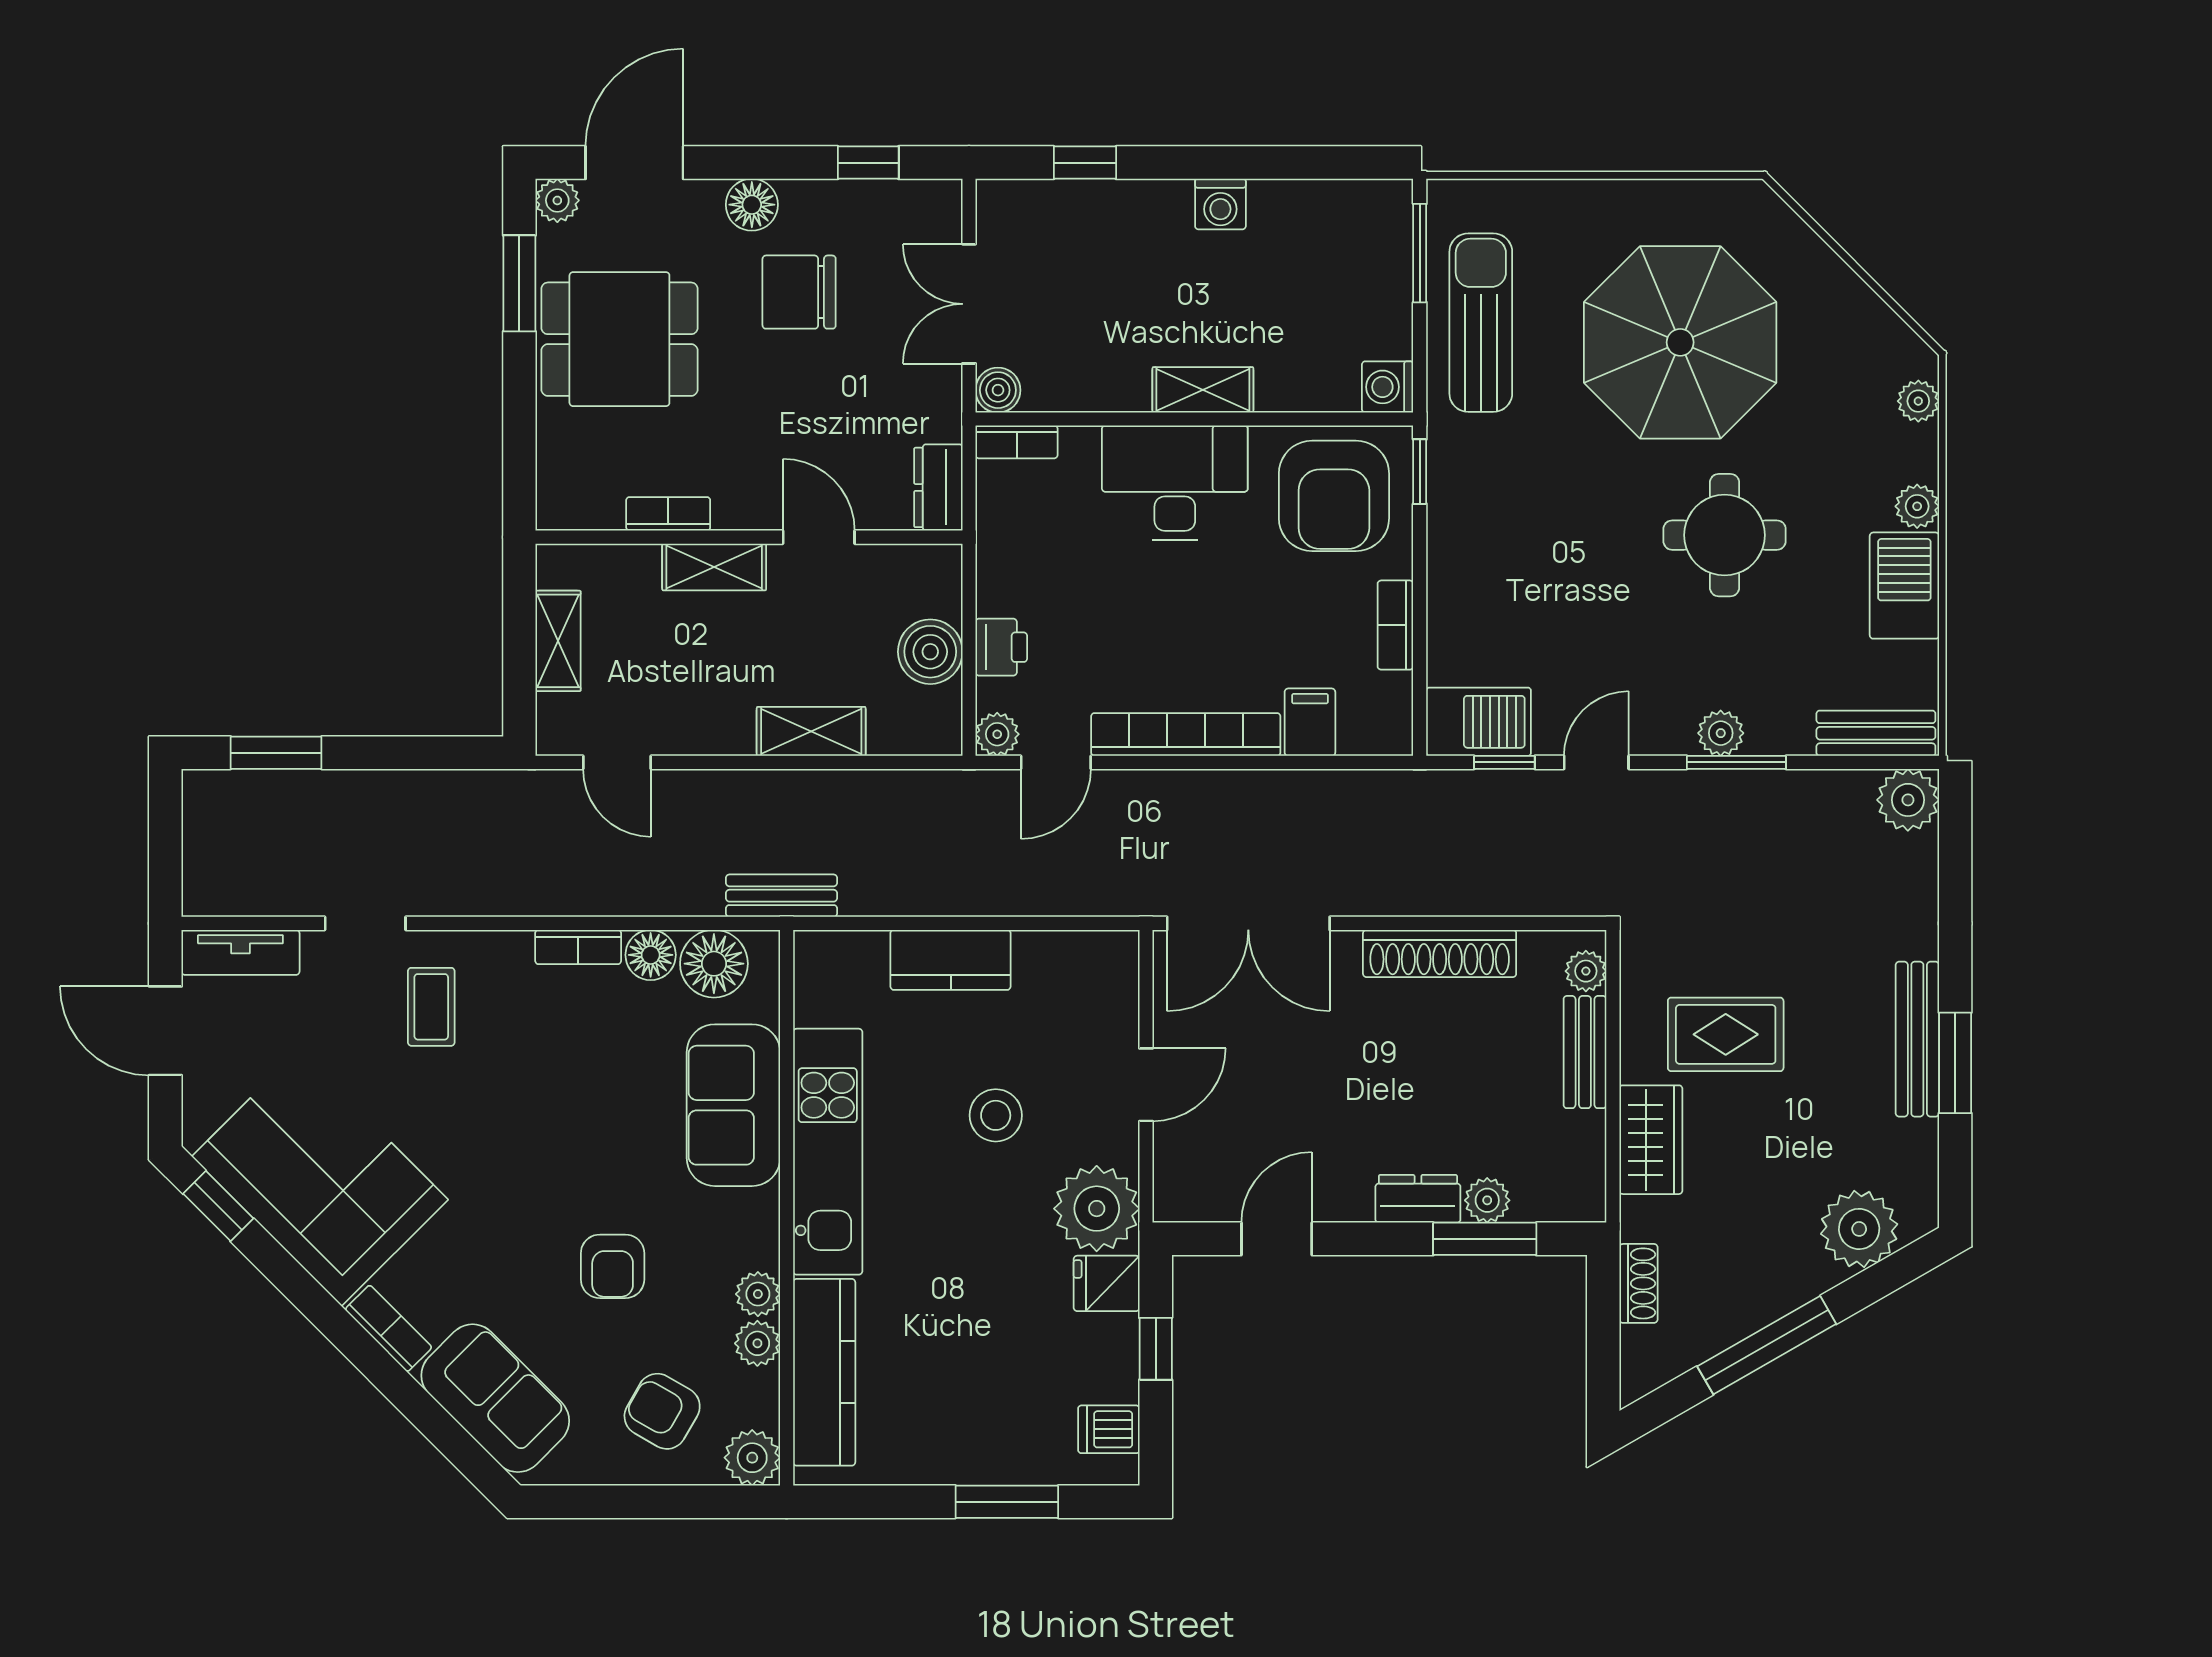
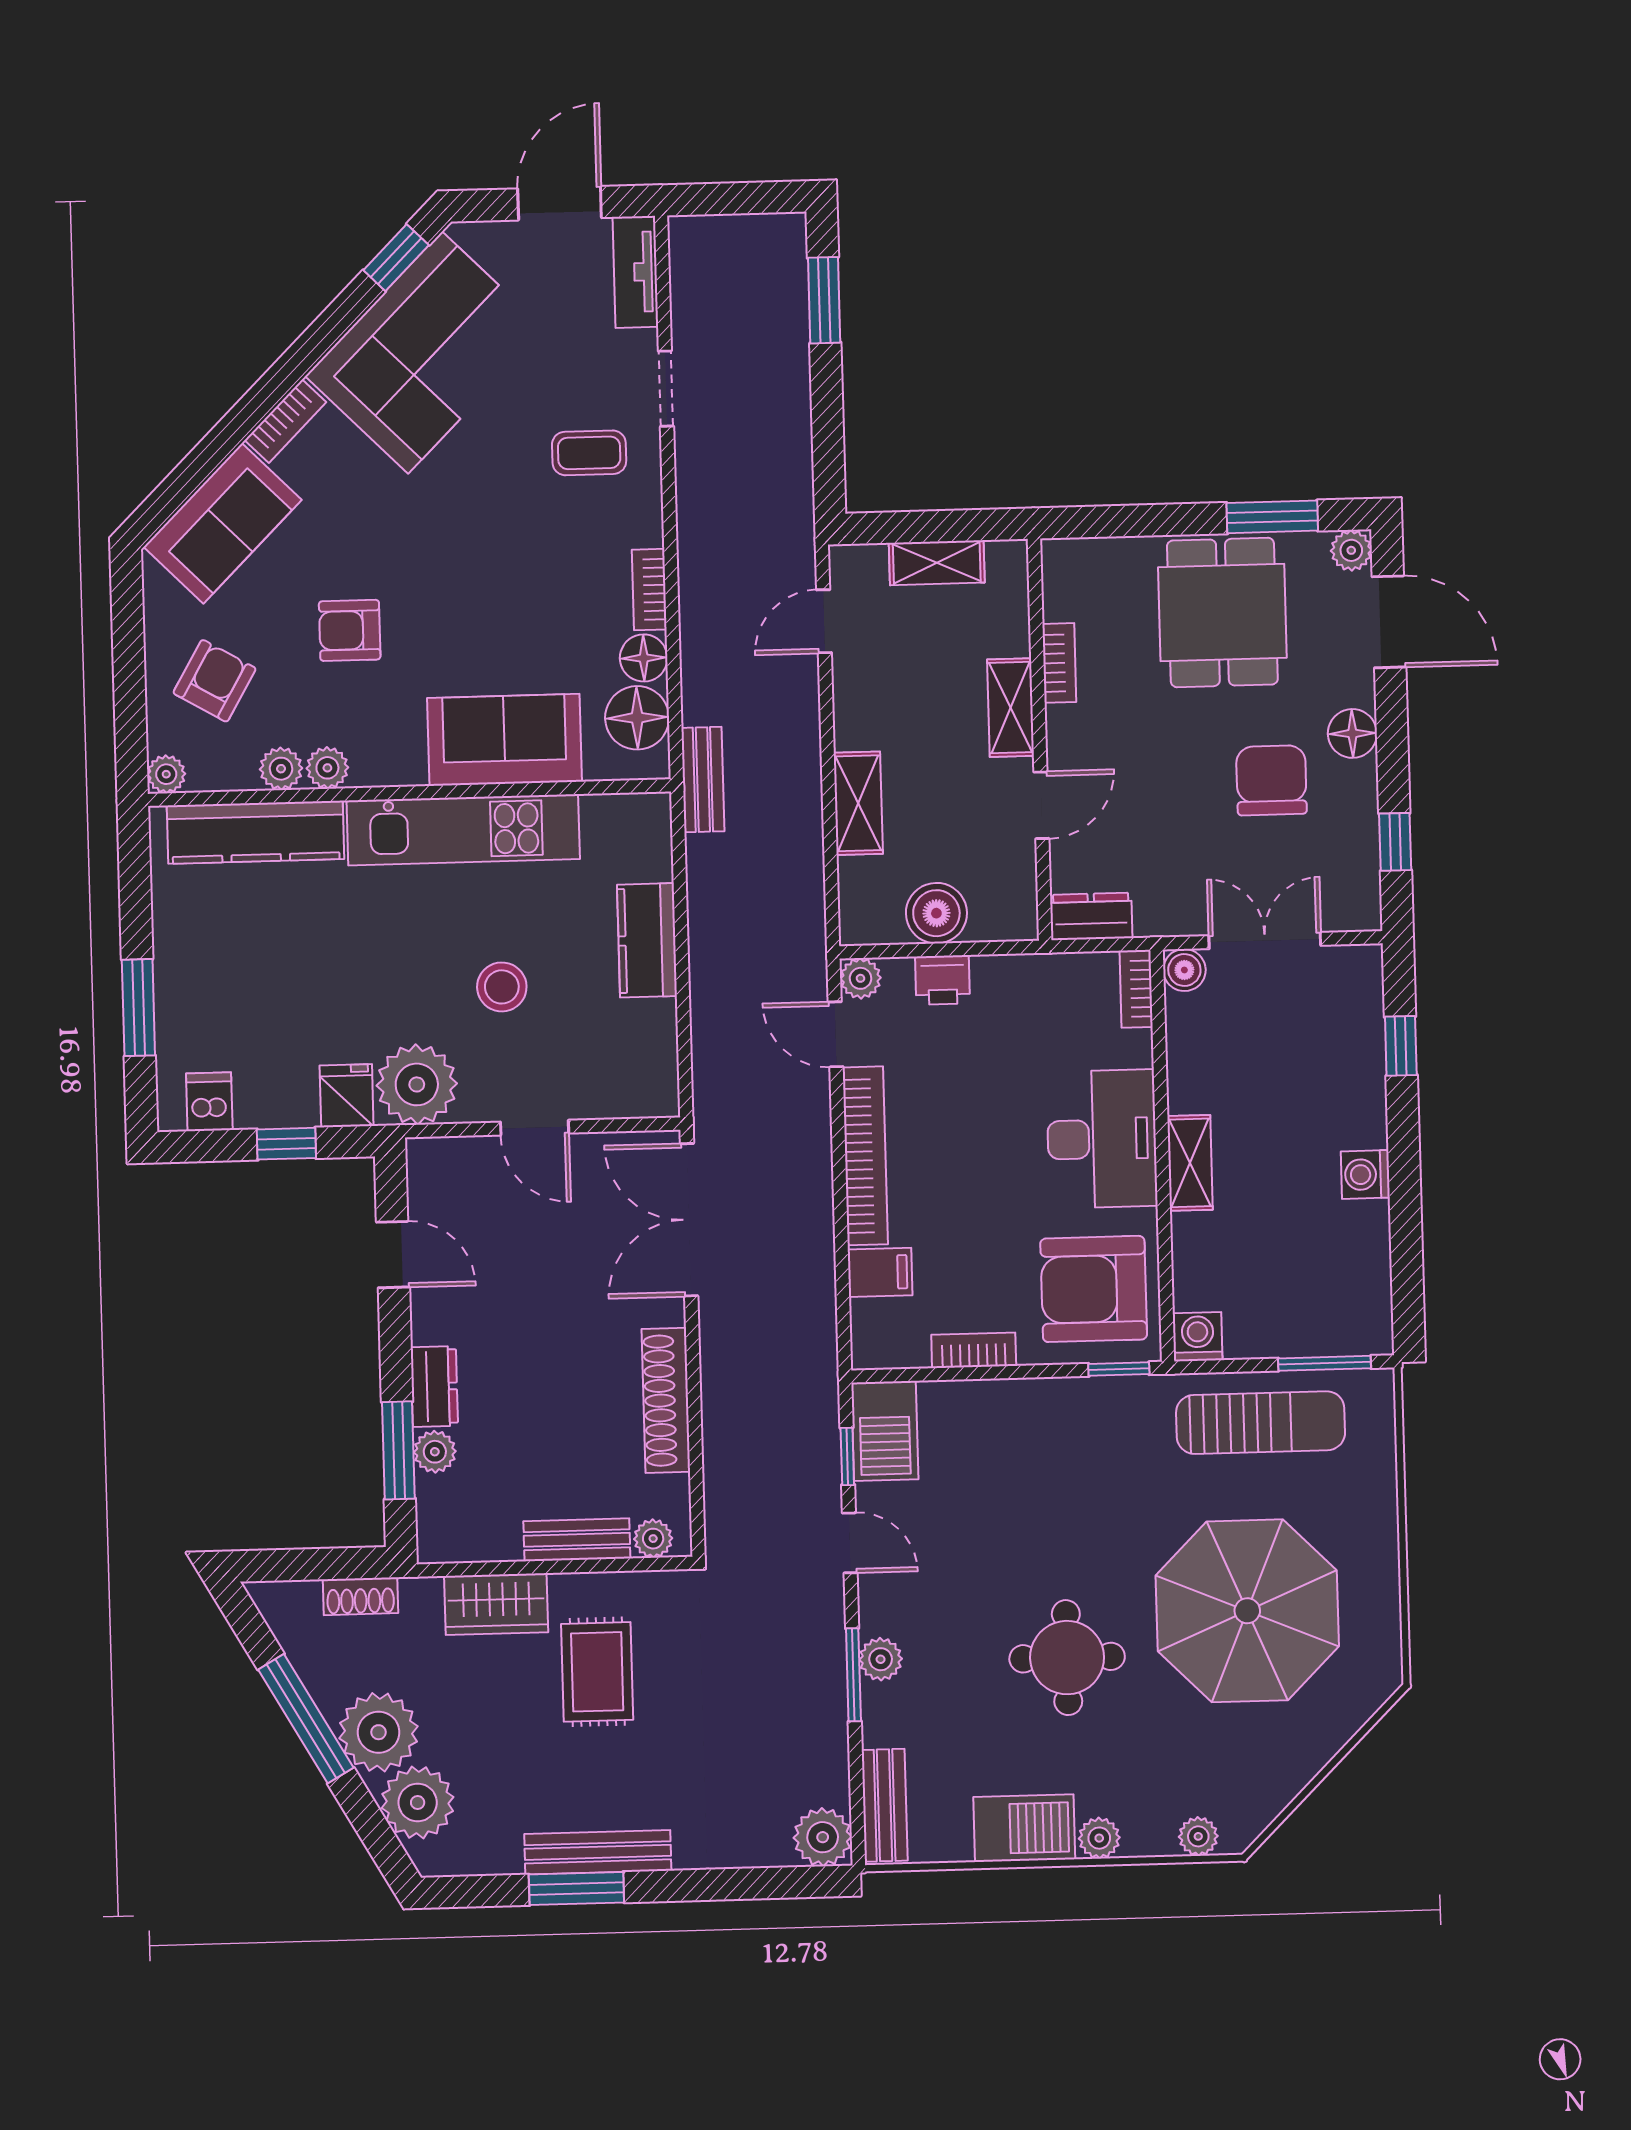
plant: (1783, 1268) -> (379, 1732), added
plant: (752, 1458) -> (166, 774), width x0.73, depth x0.73

